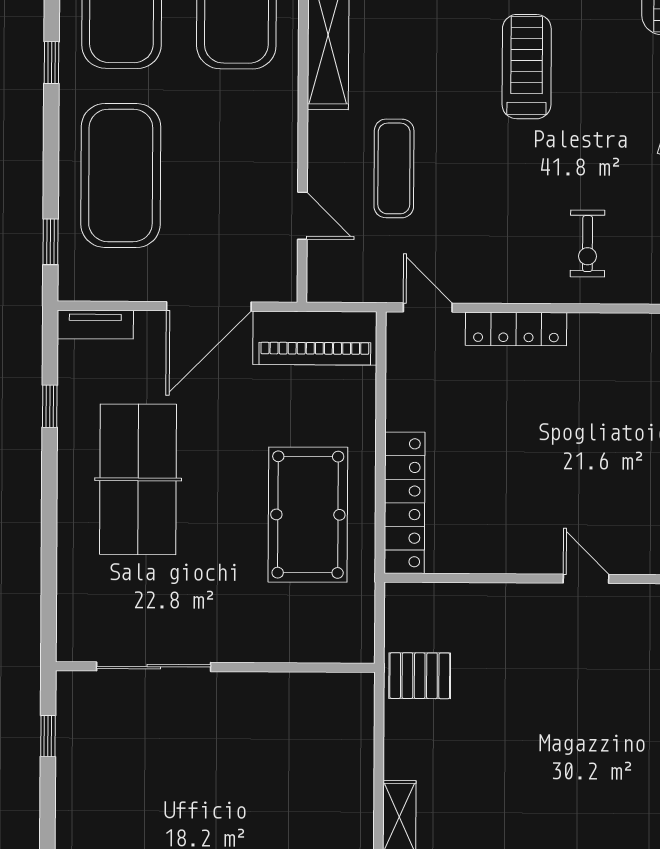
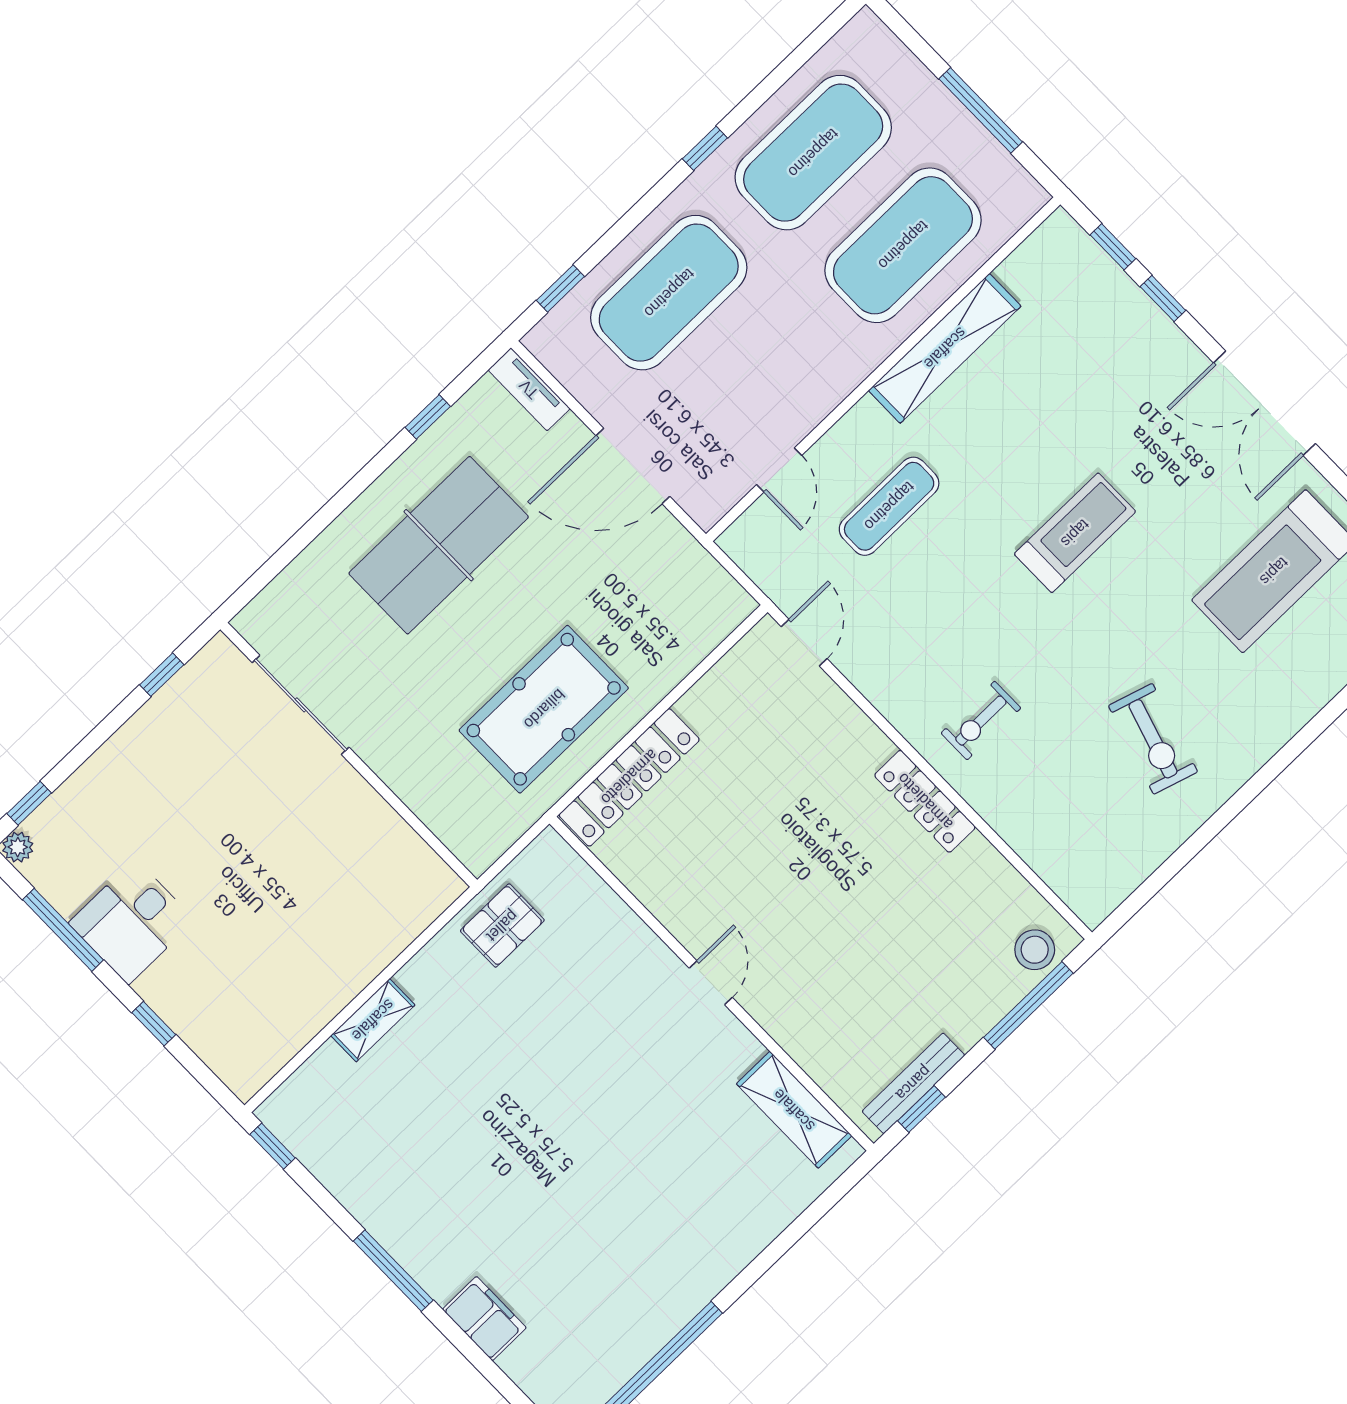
locker: (516, 329) -> (925, 801), moved
piano: (315, 338) -> (691, 576), removed
pallet: (420, 676) -> (502, 926), turned 90

